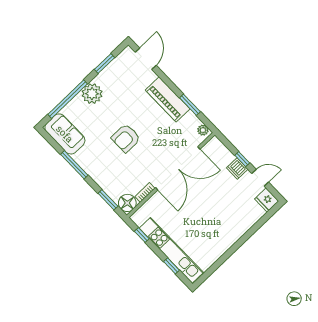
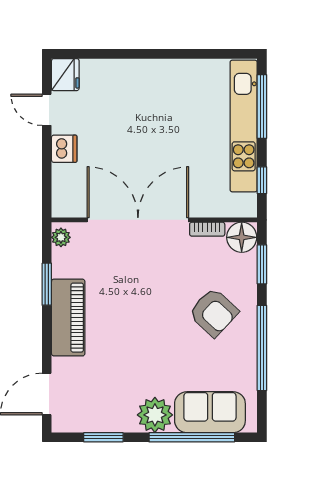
sofa: (65, 134) -> (210, 412), moved, turned 90
armchair: (126, 138) -> (214, 312), moved, turned 43
window: (242, 159) -> (47, 155), removed
window: (74, 165) -> (262, 348), width x1.46
window: (171, 266) -> (262, 107), width x2.17

